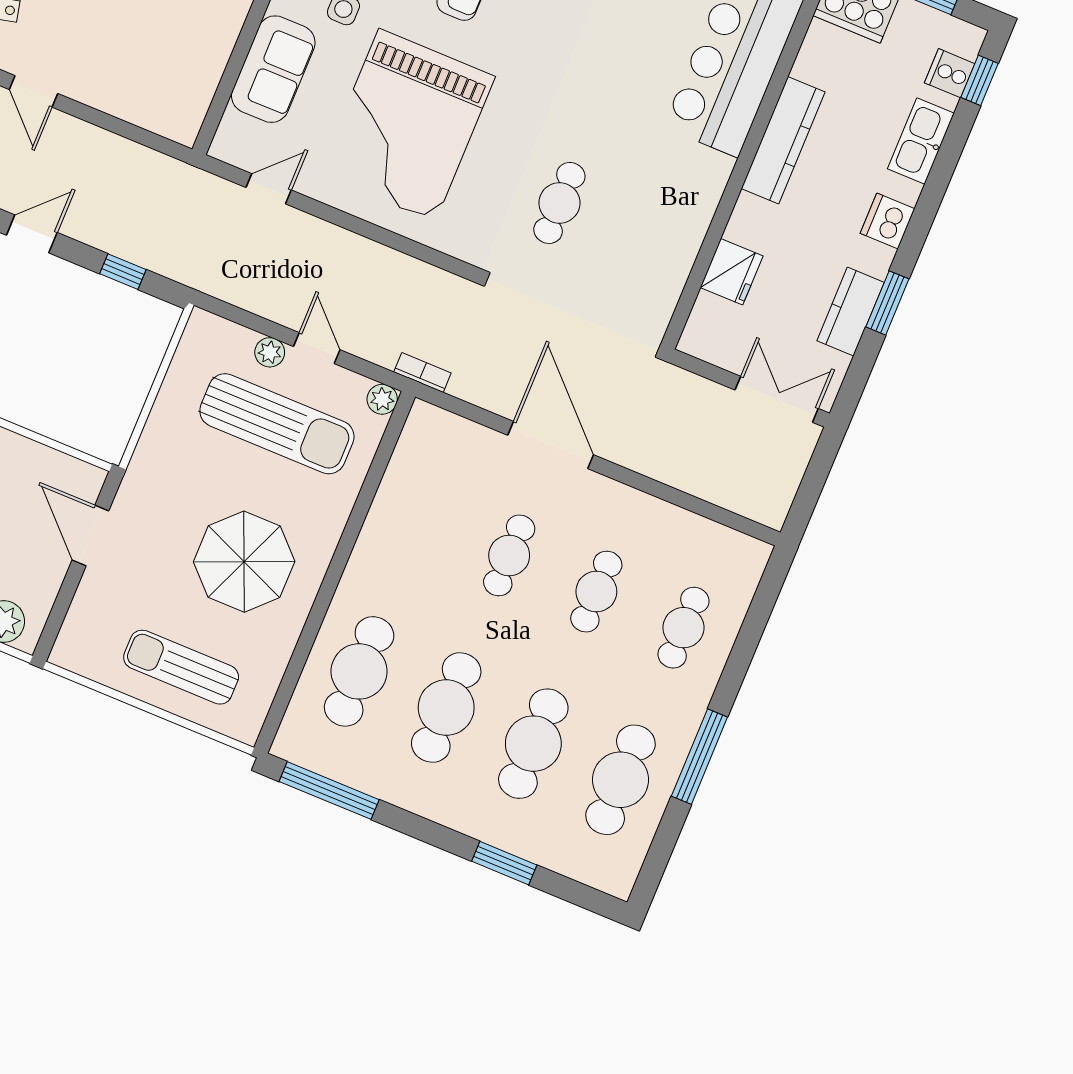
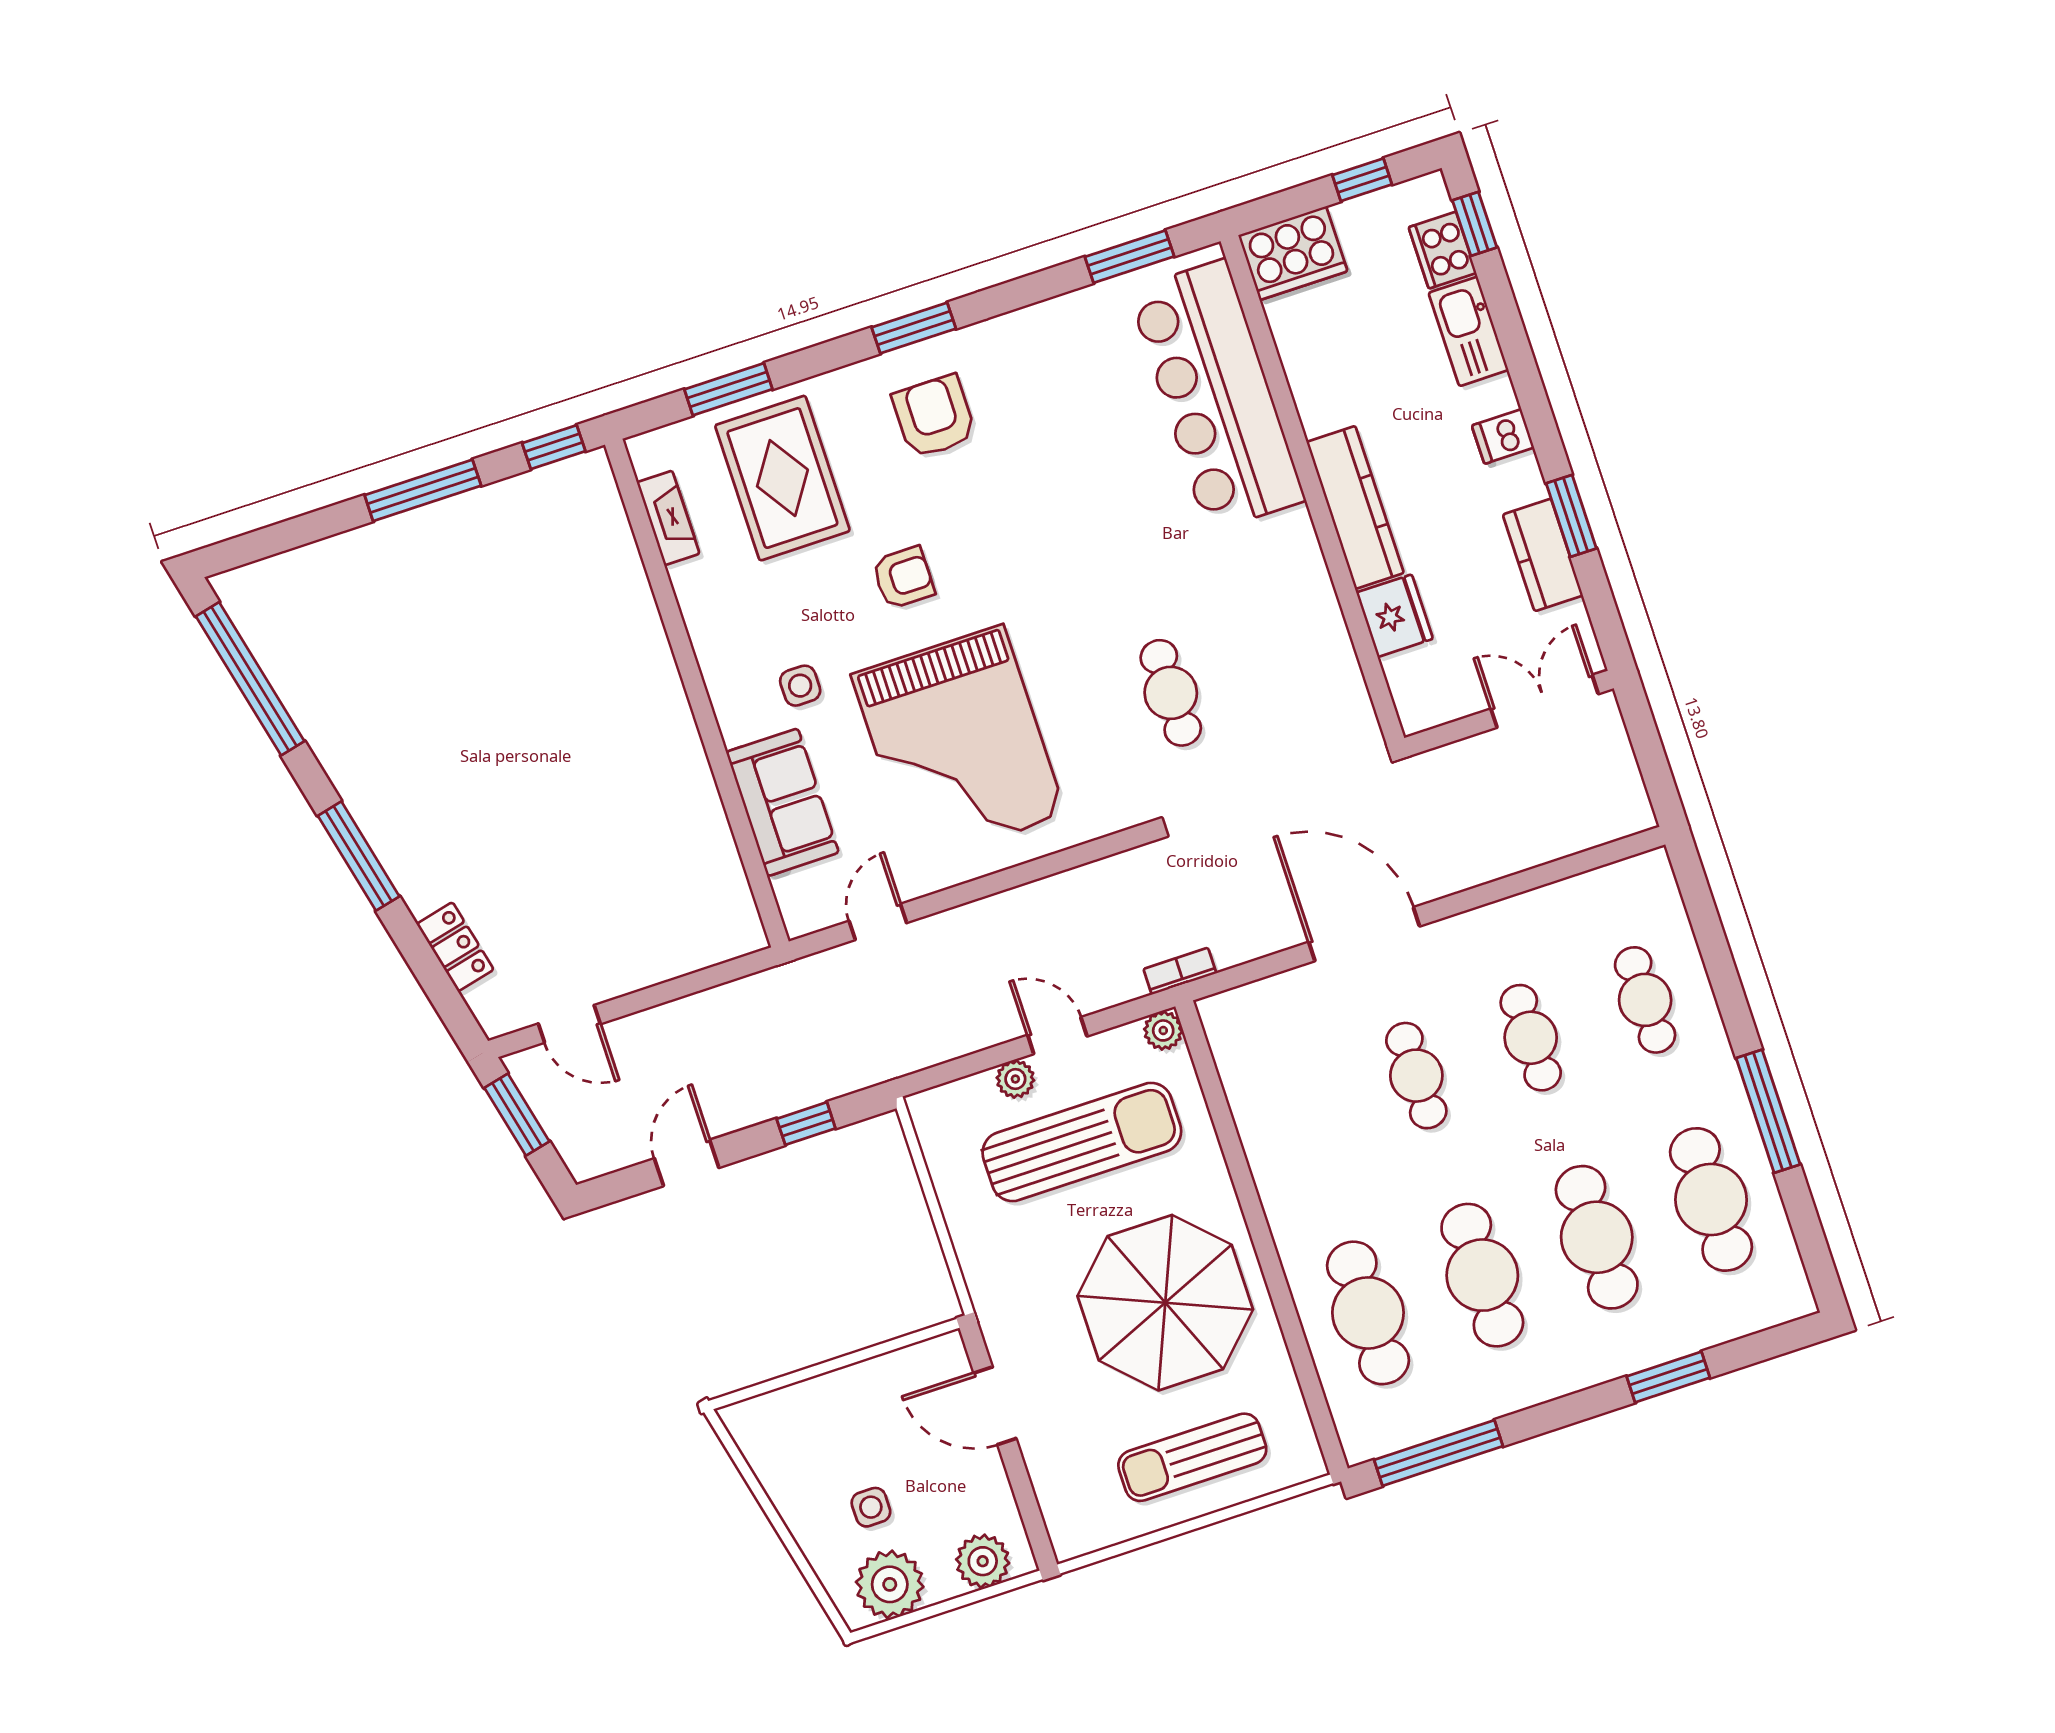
cooker: (950, 73) -> (1442, 250), width x1.36
kitchen counter: (783, 140) -> (1355, 507), moved
dishwasher: (887, 221) -> (1503, 437), width x0.73
parasol: (244, 562) -> (1165, 1303), width x1.36, depth x1.36

